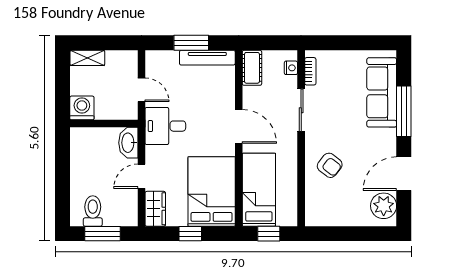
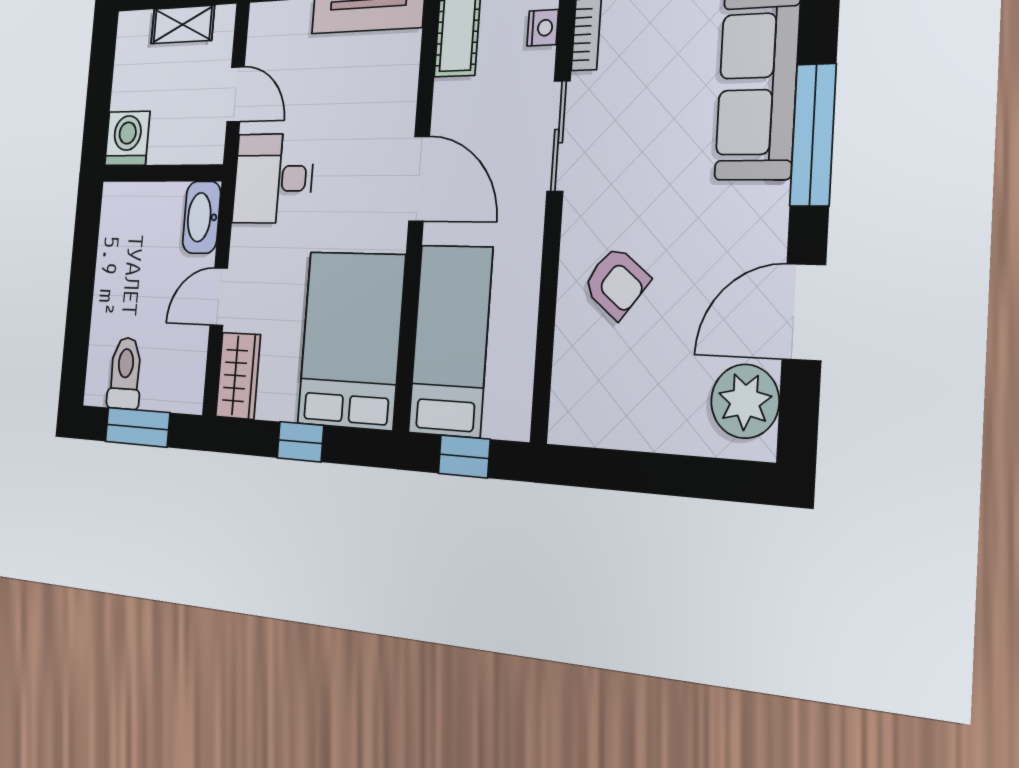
shelving: (87, 58) -> (183, 24), moved

